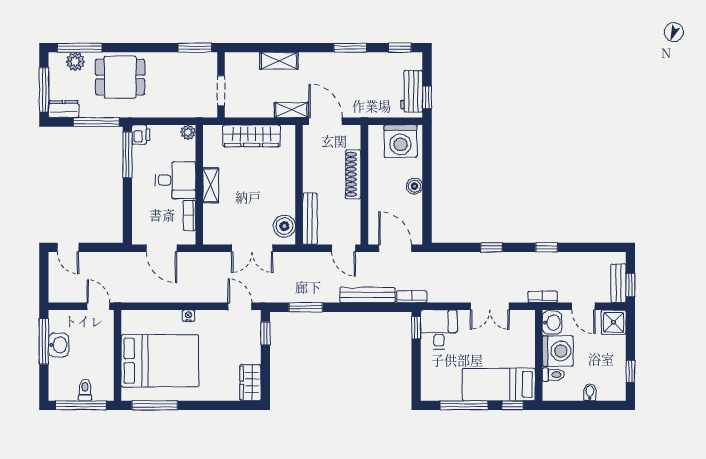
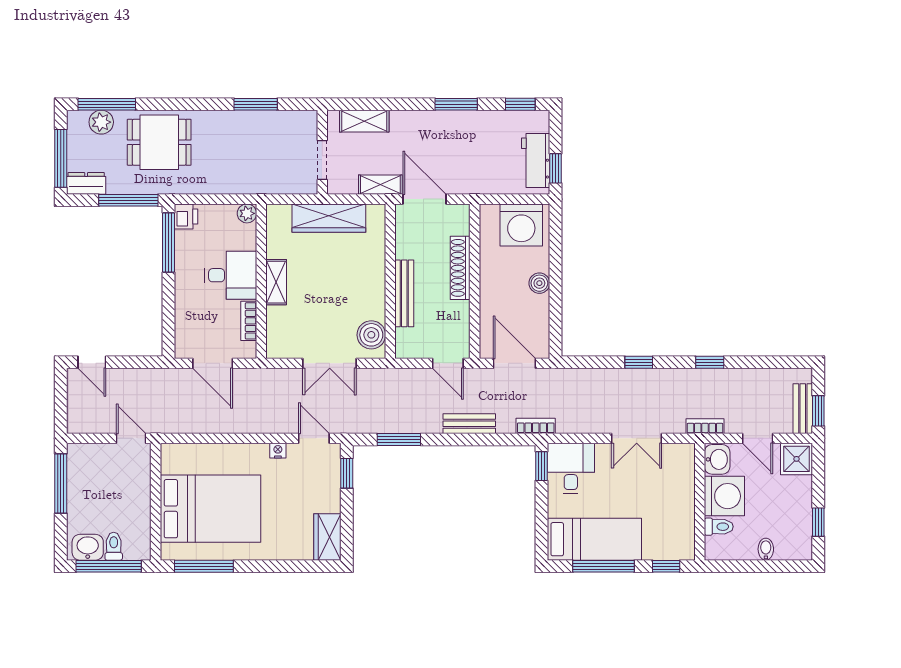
wall: (221, 85) -> (322, 152), moved
doorway: (221, 91) -> (322, 160), moved
bench: (310, 219) -> (404, 293), moved
bench: (368, 295) -> (469, 424), width x0.73
nightstand: (188, 316) -> (278, 451), moved
washbasin: (59, 345) -> (88, 547), moved, turned -90
bed: (499, 384) -> (594, 539), moved, turned 180

